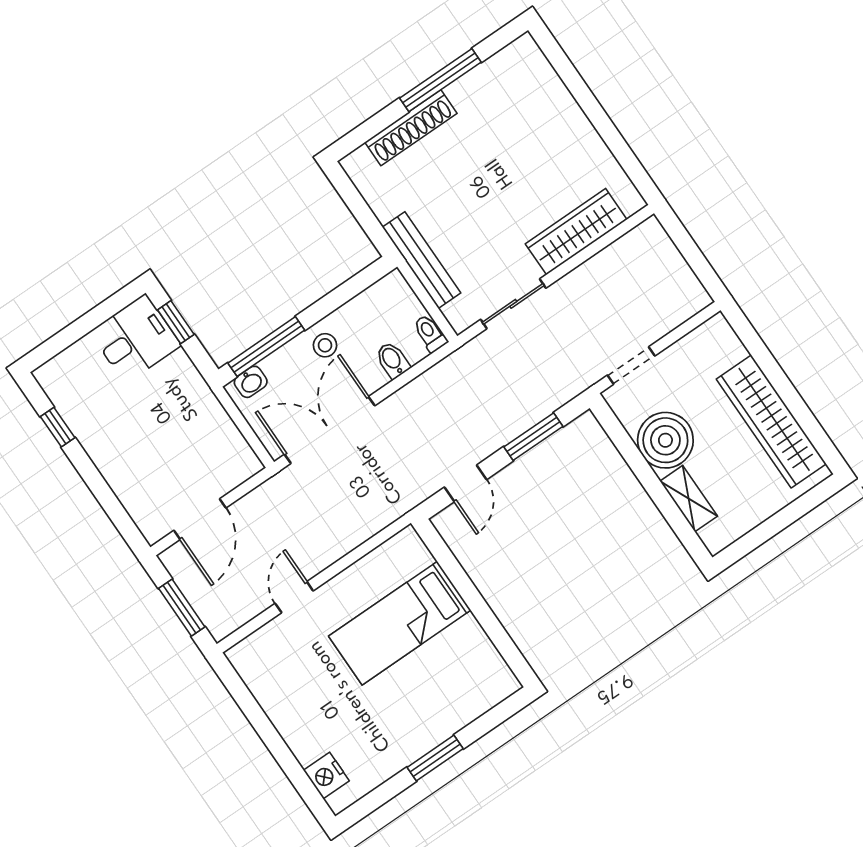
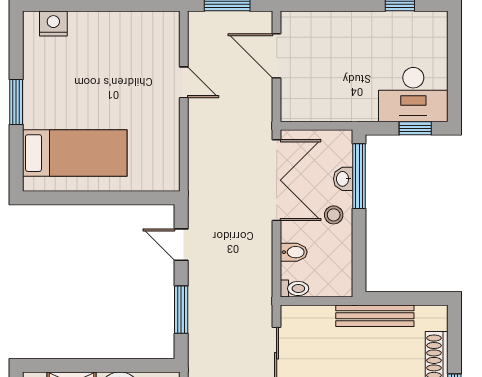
bench: (422, 260) -> (375, 316), moved
desk: (135, 339) -> (413, 95), width x1.37
washbasin: (251, 382) -> (343, 179), moved
bed: (400, 623) -> (75, 153), moved, turned 90

